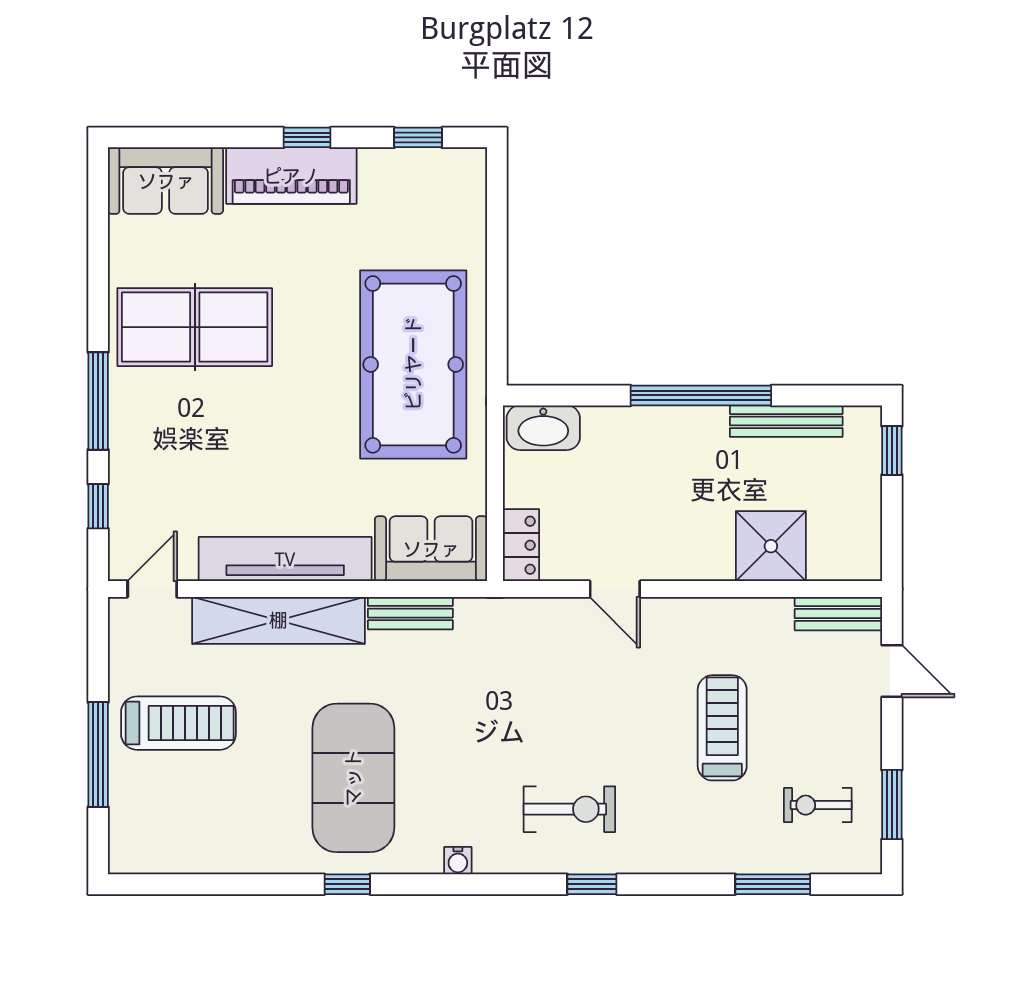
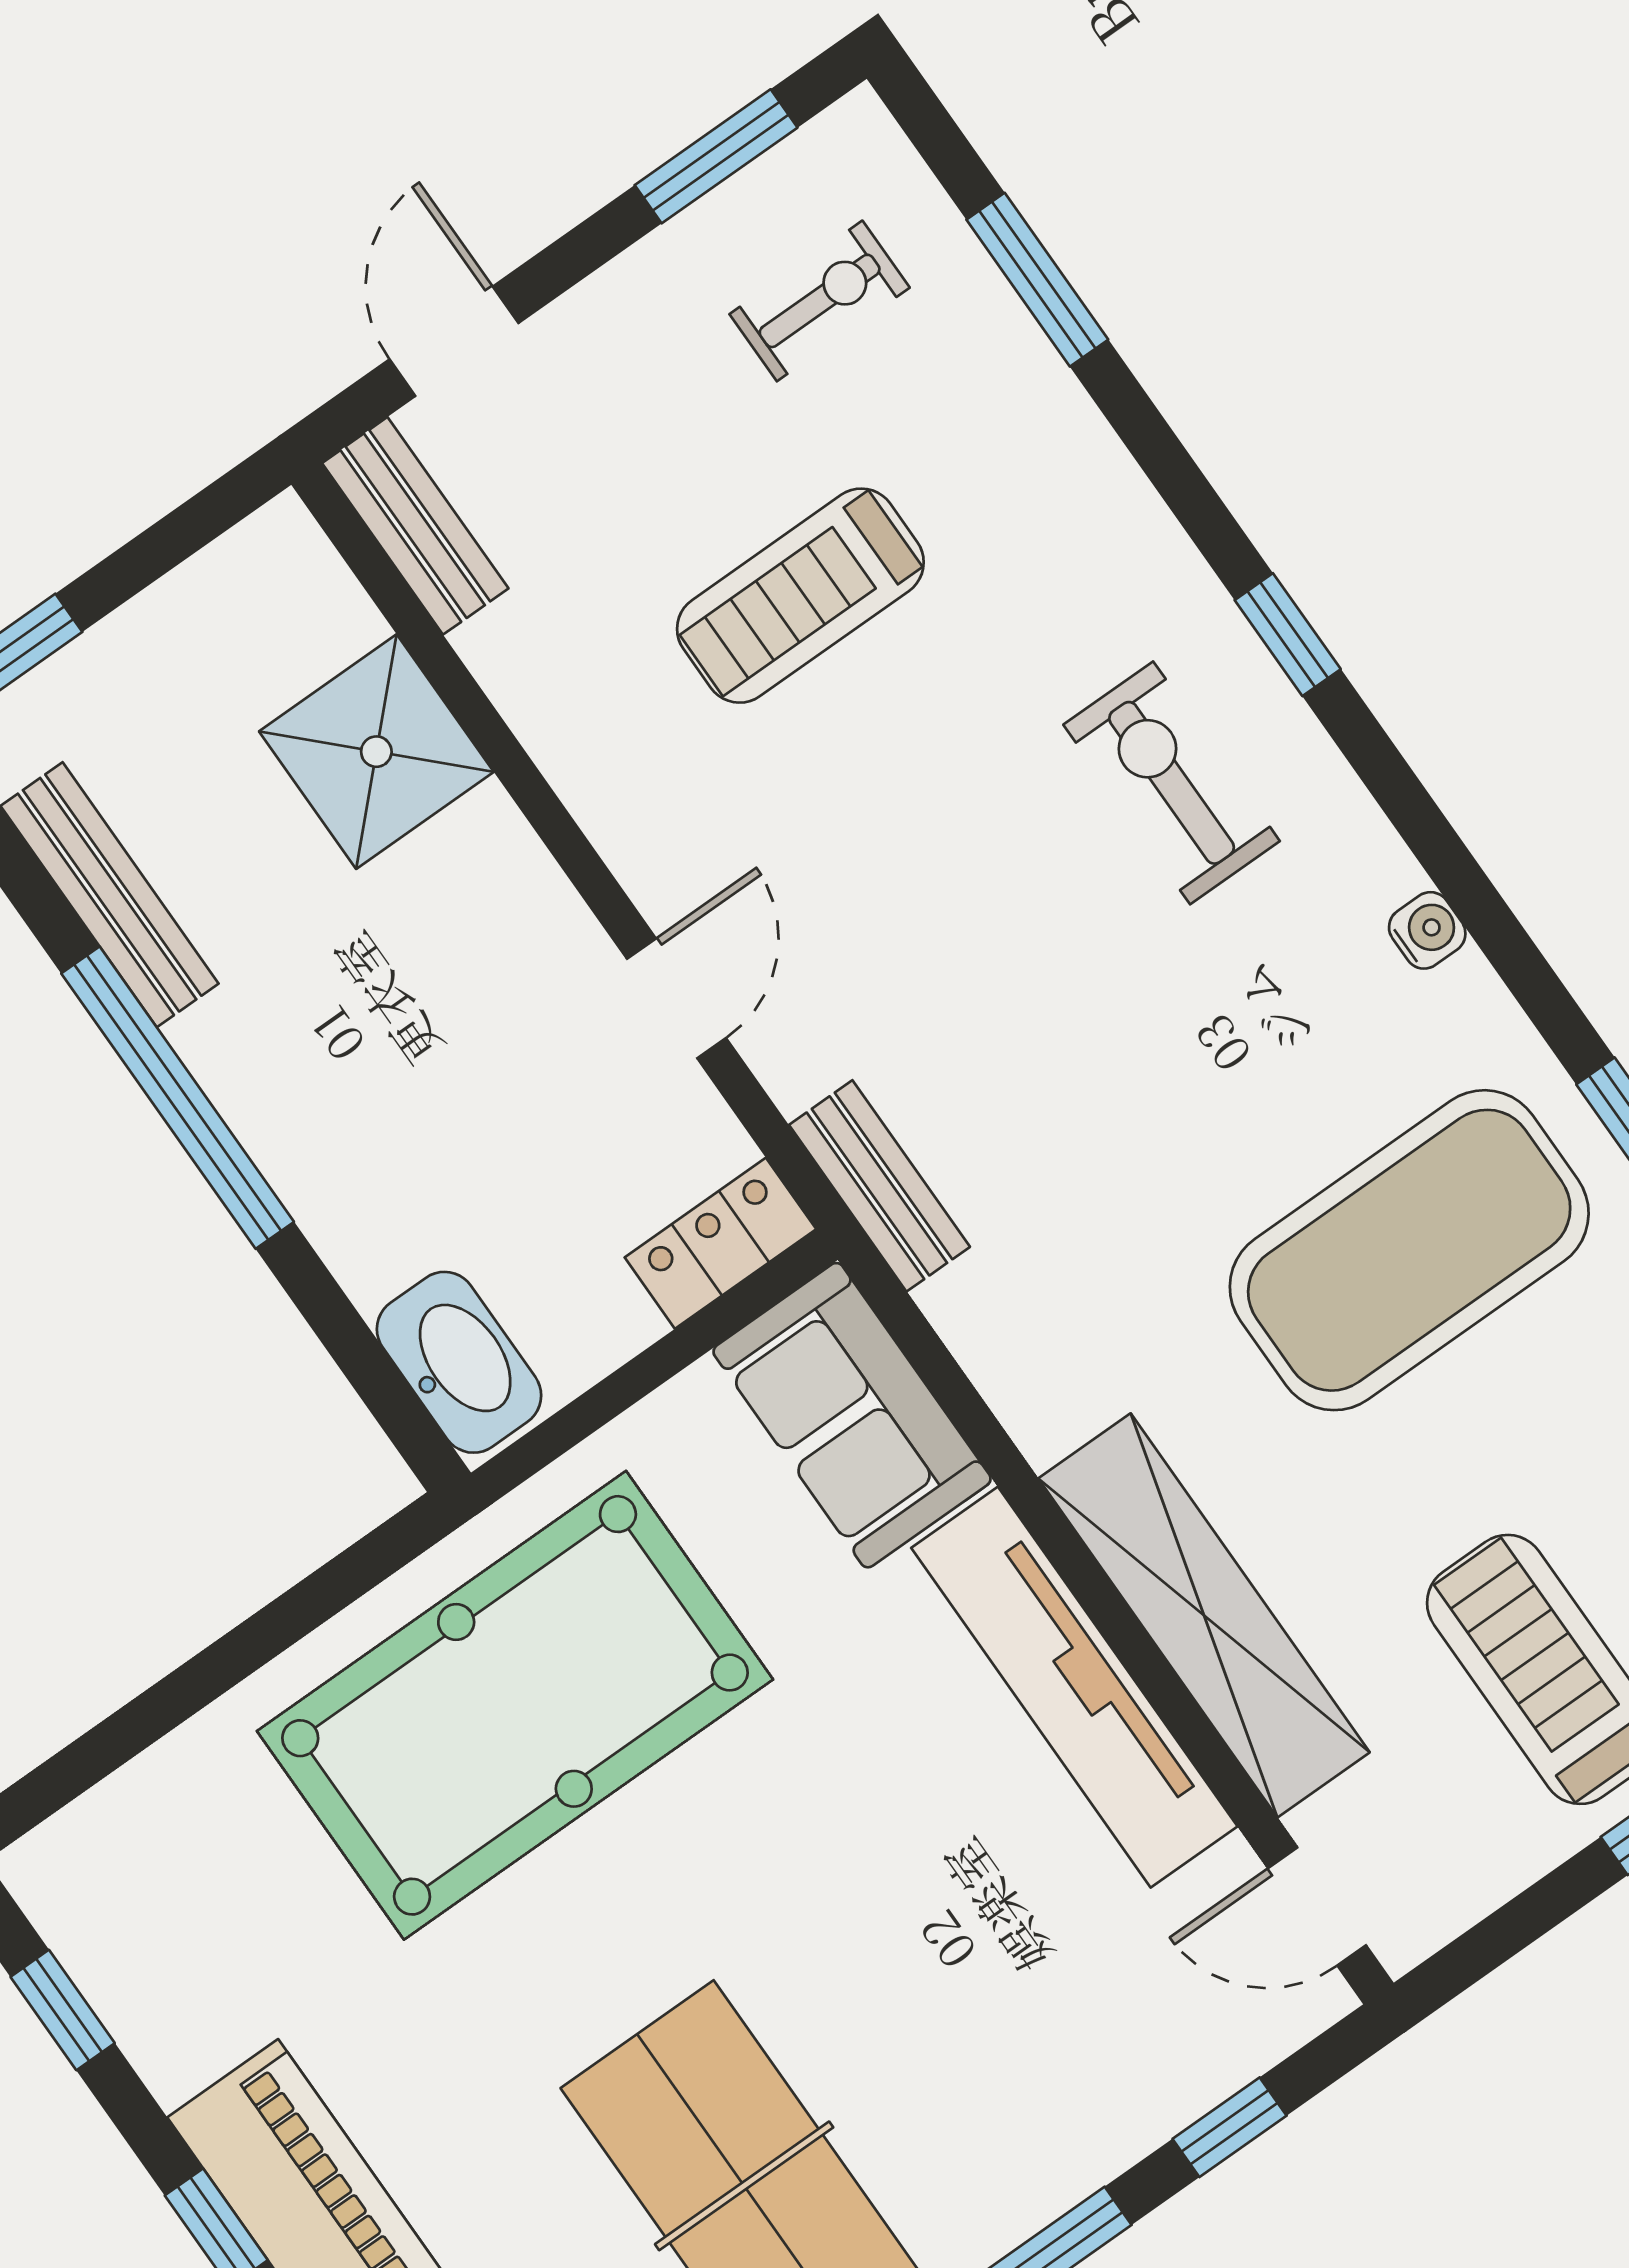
bench: (410, 613) -> (879, 1186), moved
exercise bike: (818, 805) -> (820, 301), turned -90

